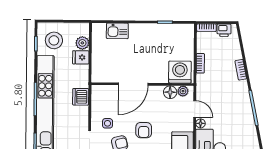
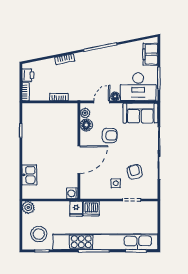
plant: (82, 43) -> (28, 207), moved
fridge: (81, 57) -> (76, 209), moved
washing machine: (180, 72) -> (72, 193), moved, width x0.53, depth x0.53
door: (133, 84) -> (79, 160), hinge flipped
armchair: (144, 130) -> (110, 135), moved

